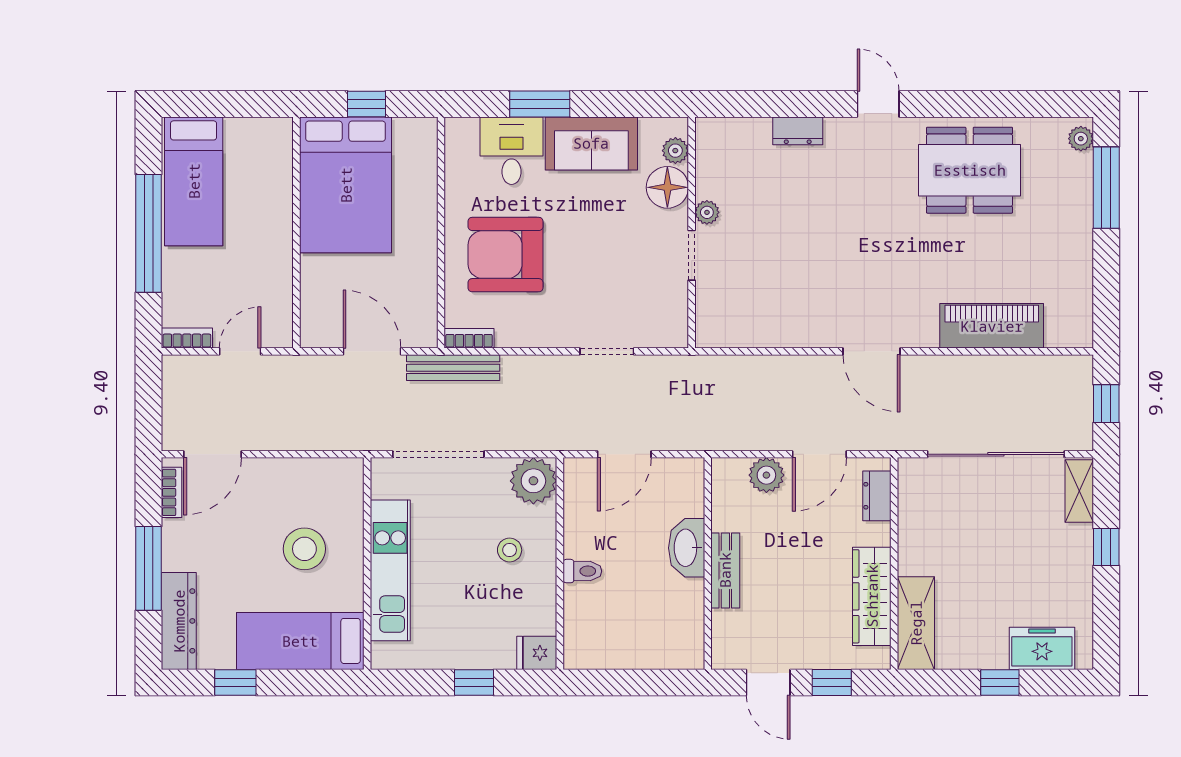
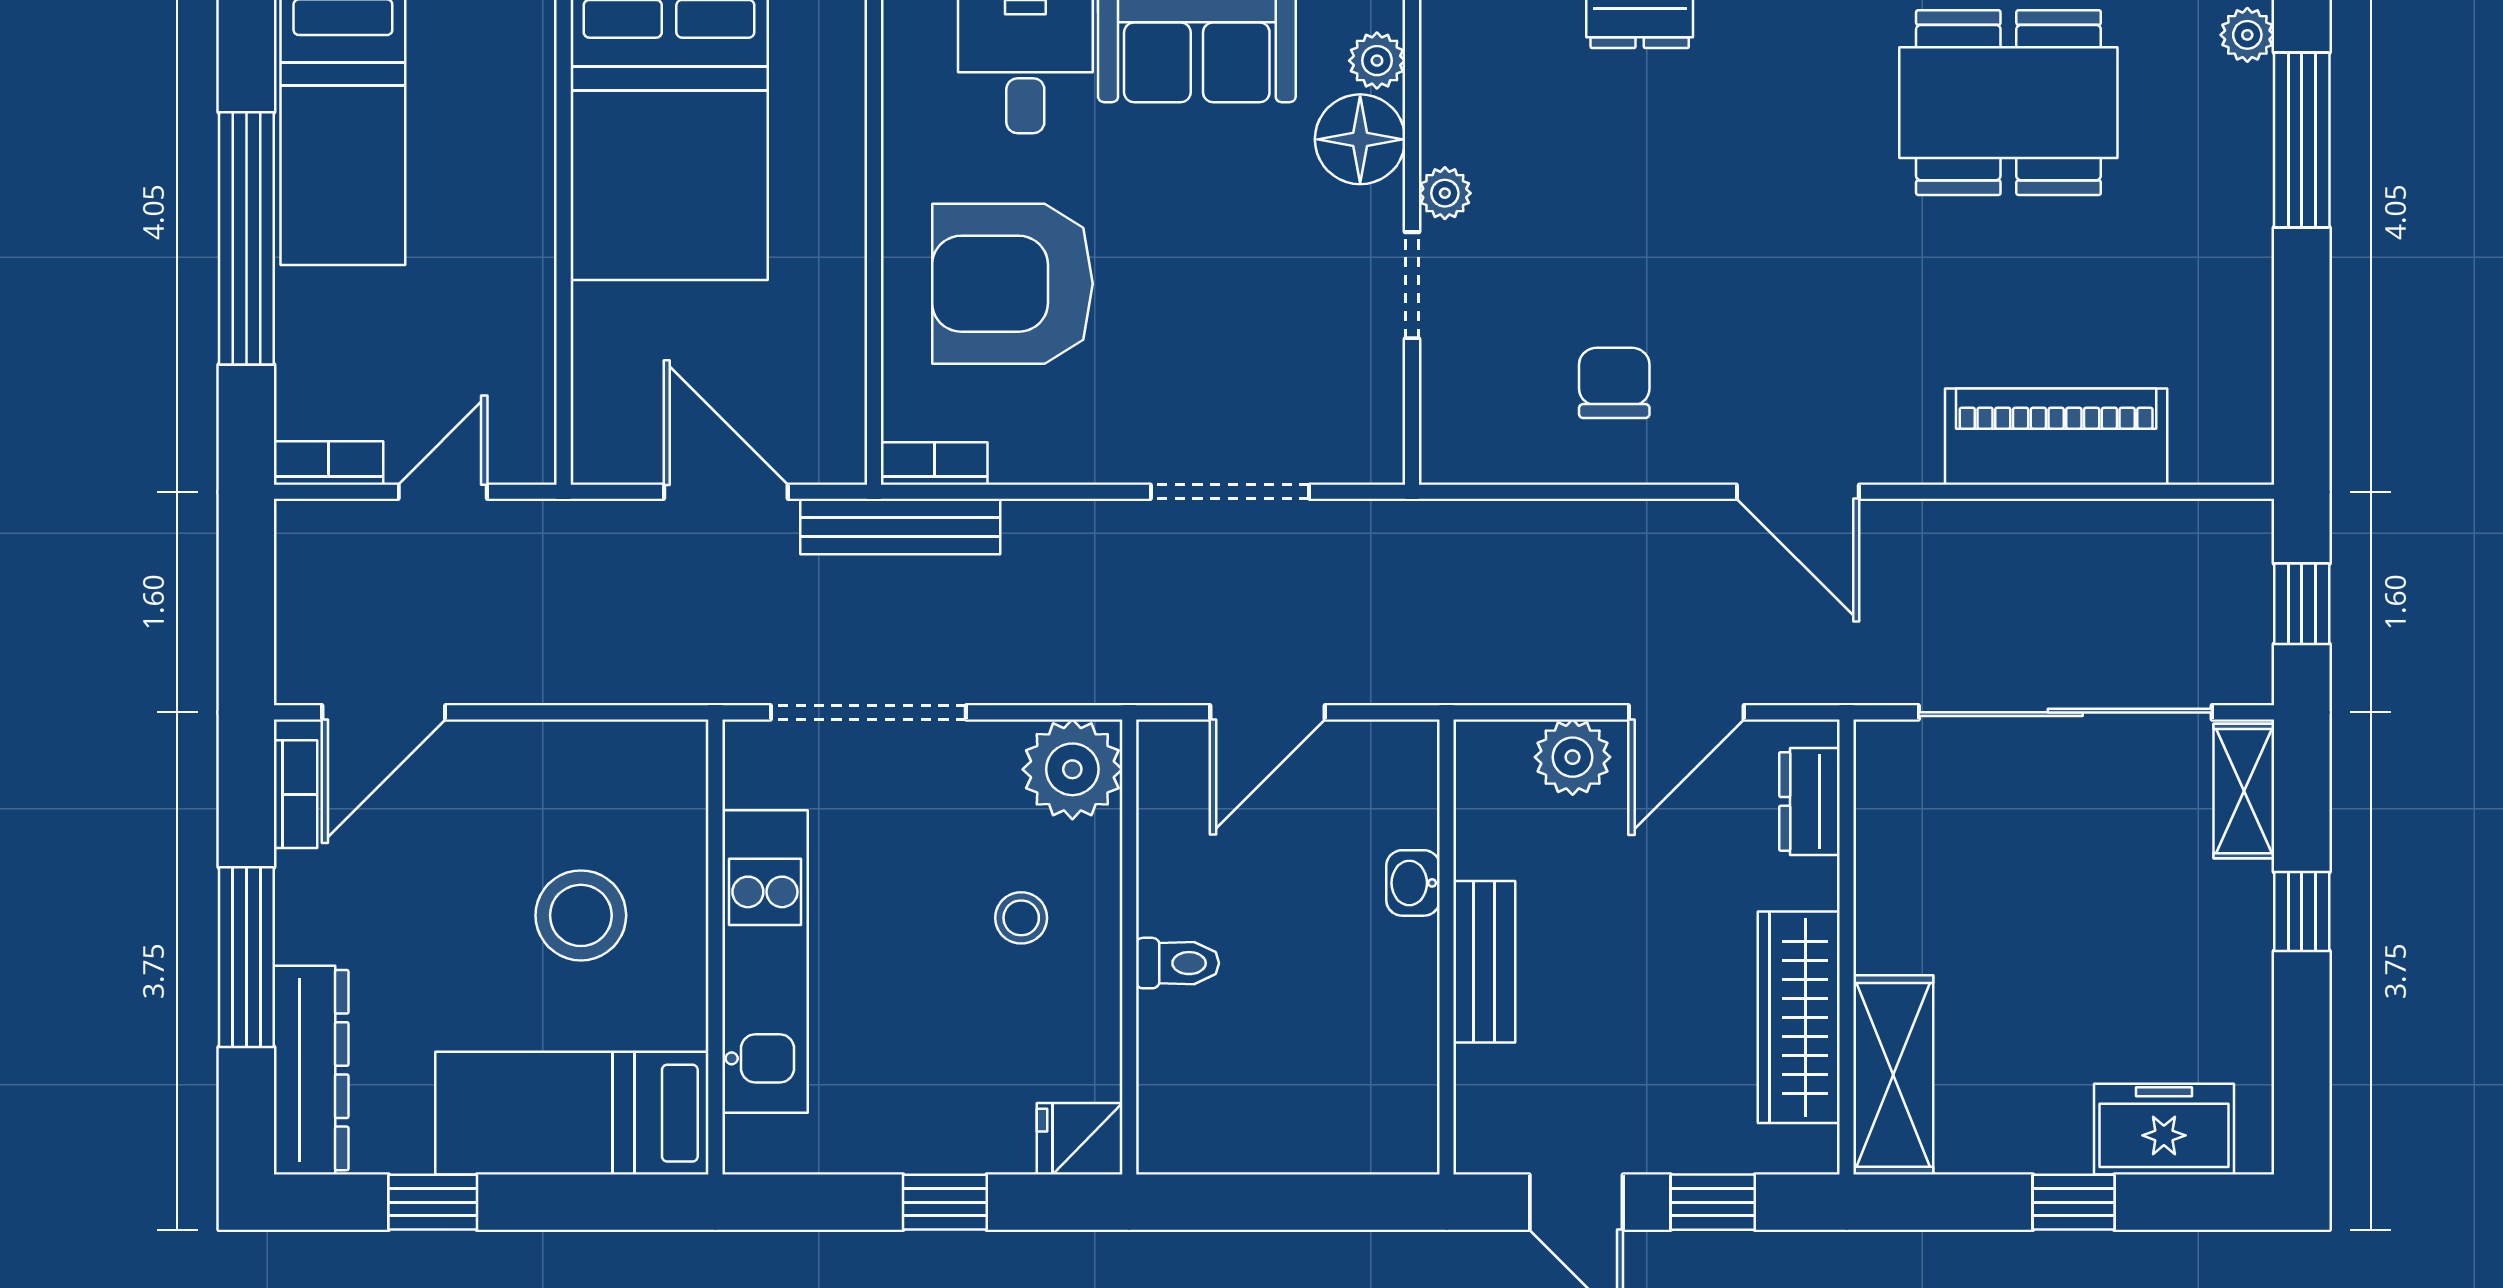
chair: (786, 301) -> (1614, 383), added
doorway: (607, 351) -> (1230, 492), width x1.38
washbasin: (687, 548) -> (1413, 883), width x0.52, depth x0.69

